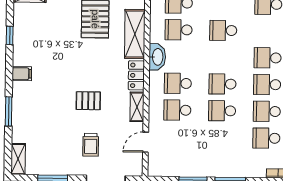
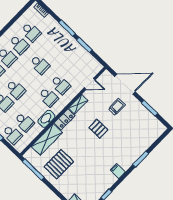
school desk: (222, 84) -> (16, 89), moved
shelving: (18, 159) -> (157, 132), removed

